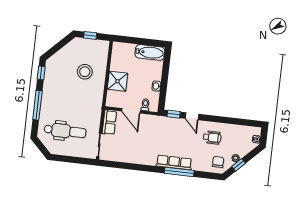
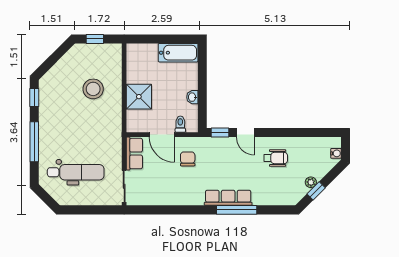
chair: (218, 162) -> (188, 159), moved

